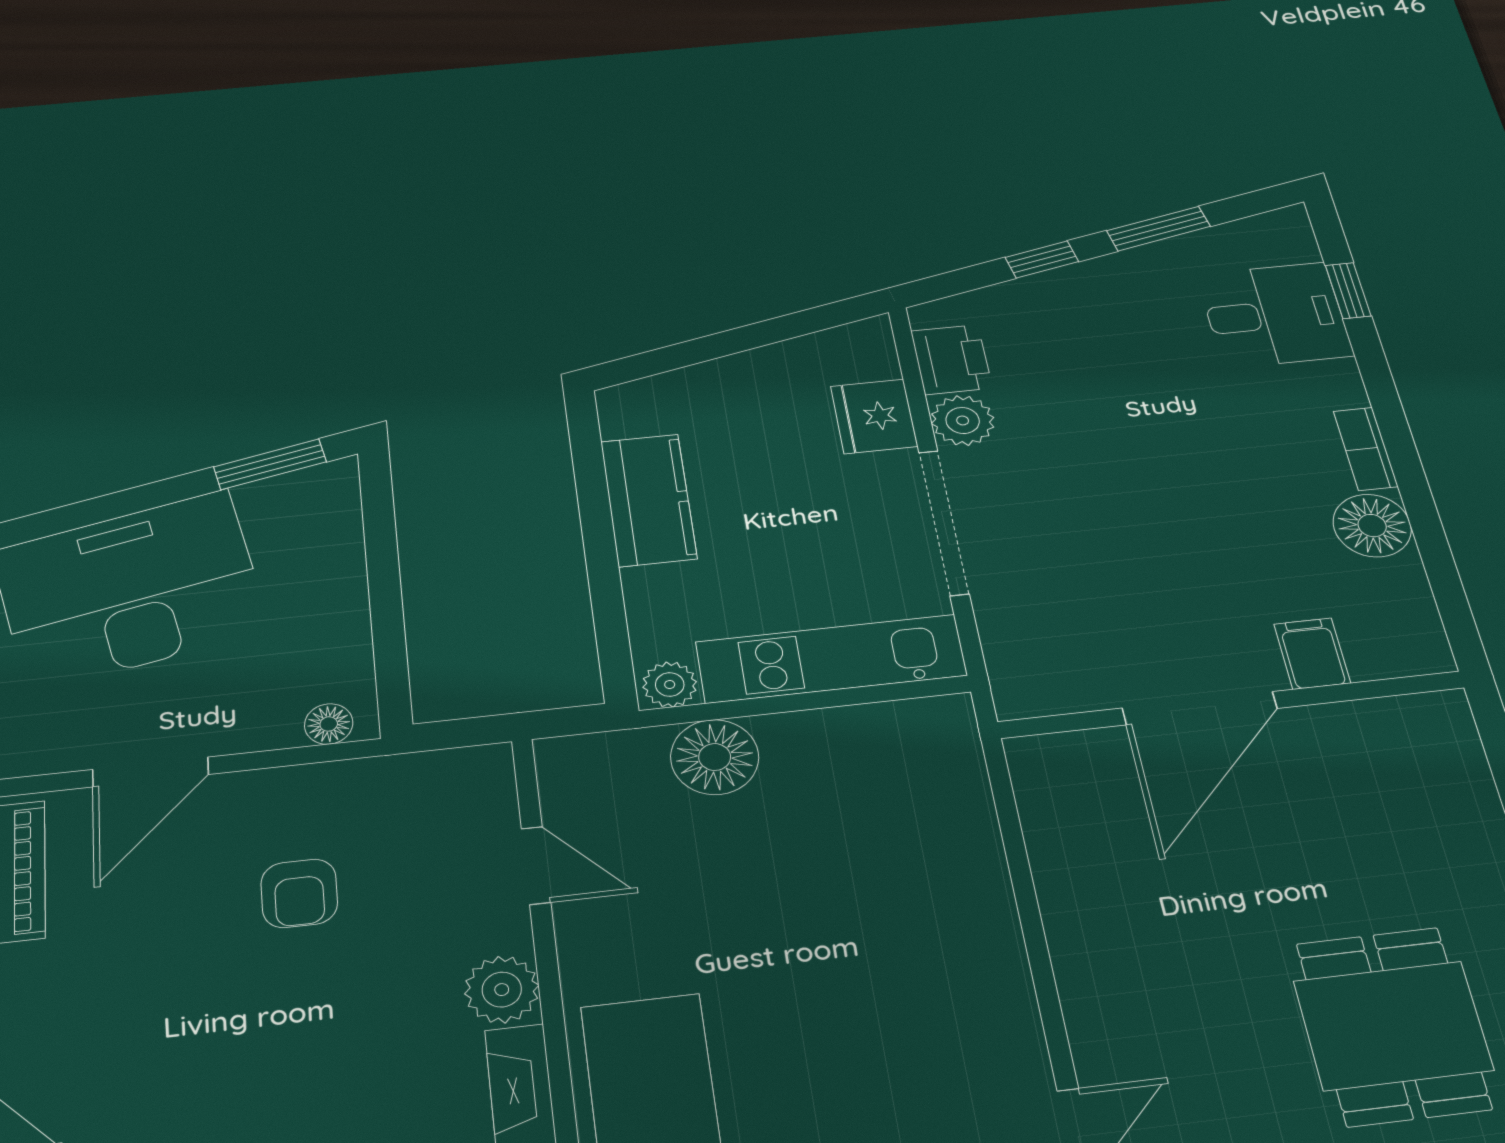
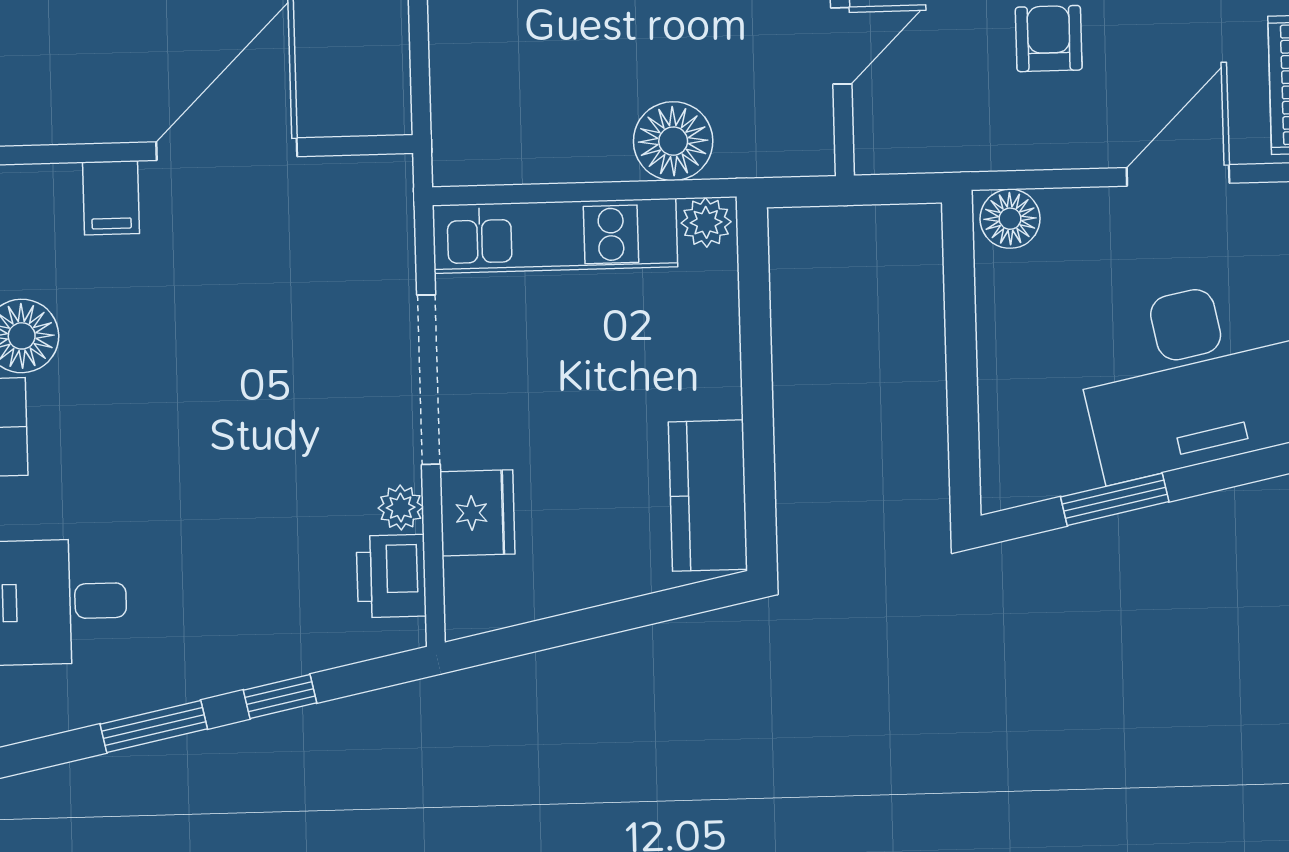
plant: (963, 420) -> (401, 508), width x0.73, depth x0.73
window: (270, 464) -> (1115, 499), moved
kitchen counter: (648, 500) -> (708, 496), moved
floor lamp: (329, 724) -> (1010, 219), width x1.37, depth x1.37
door: (536, 865) -> (841, 46), swing flipped

